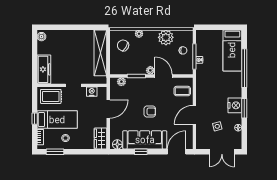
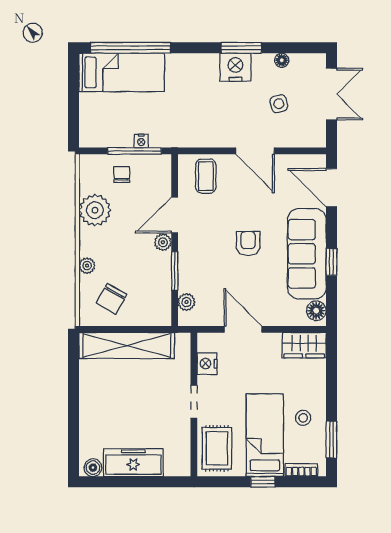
window: (244, 68) -> (131, 48), moved
freezer: (44, 69) -> (133, 463), moved

